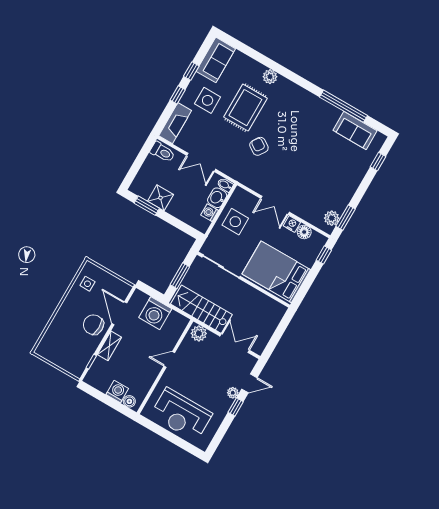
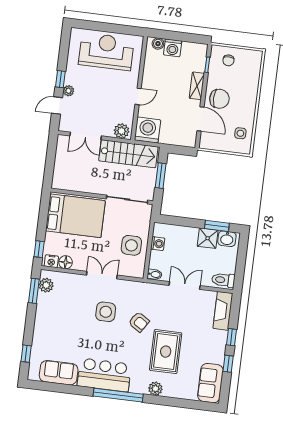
side table: (208, 100) -> (106, 312), moved
window: (344, 106) -> (118, 395), moved
bar counter: (313, 110) -> (104, 375), added
washbasin: (217, 198) -> (227, 239), moved, turned 90
nightstand: (292, 224) -> (51, 261), moved
washing machine: (155, 313) -> (147, 130), moved
chair: (70, 357) -> (228, 60), added

